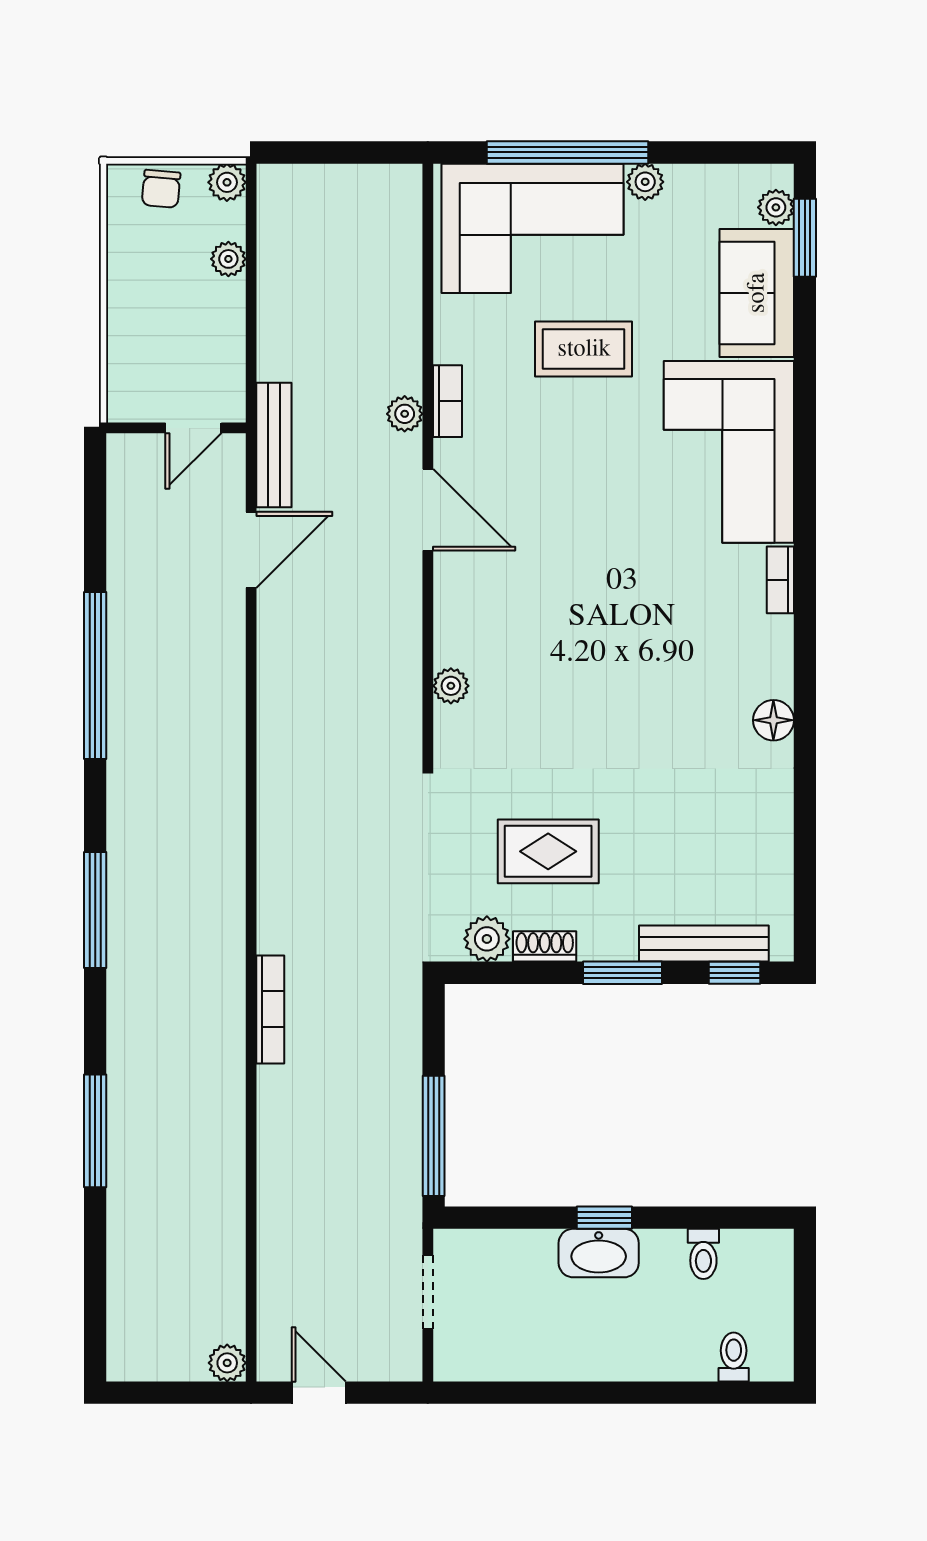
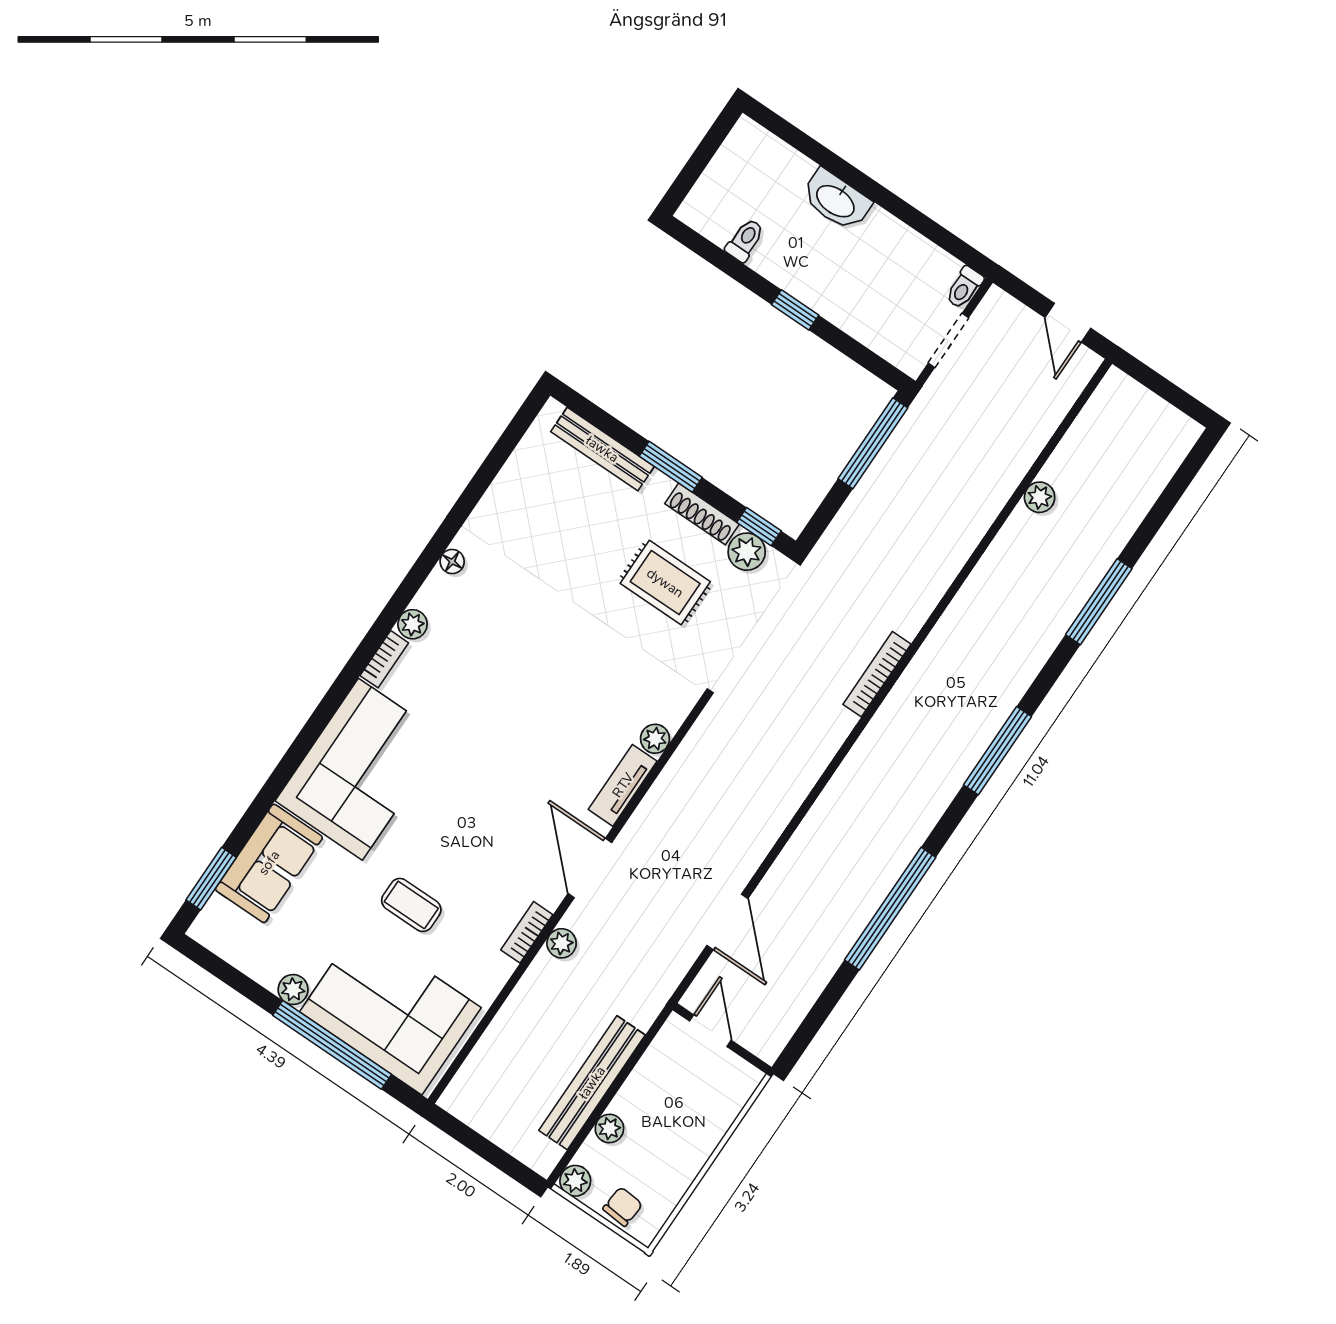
plant: (776, 207) -> (413, 624), moved
coffee table: (584, 349) -> (411, 905), width x0.73, depth x0.77
door: (193, 428) -> (710, 1031), hinge flipped
bench: (274, 445) -> (592, 1083), moved, width x1.37, depth x1.21
door: (251, 550) -> (727, 922), swing flipped
tv unit: (452, 616) -> (623, 785), added
floor lamp: (773, 720) -> (452, 562), width x0.73, depth x0.73
shoe rack: (545, 946) -> (702, 514), width x1.43
window: (735, 973) -> (759, 527), moved
bookcase: (270, 1009) -> (877, 674), moved
washbasin: (599, 1253) -> (836, 200), moved, turned 180
toilet: (734, 1357) -> (964, 288), moved
plant: (227, 1363) -> (1040, 497), moved

